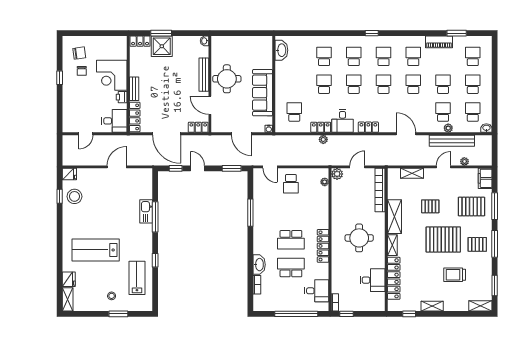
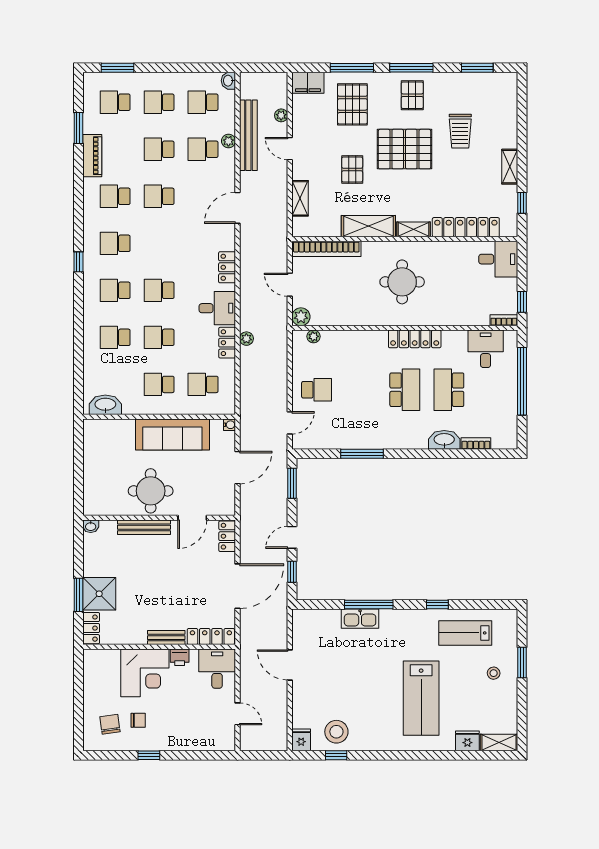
window: (495, 58) -> (118, 68), added
school desk: (384, 84) -> (159, 384), moved
pallet: (443, 239) -> (404, 149), turned 90
desk: (373, 280) -> (498, 259), moved, turned 90
shelving: (480, 306) -> (509, 90), removed

